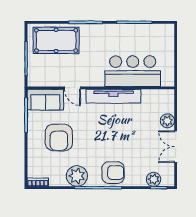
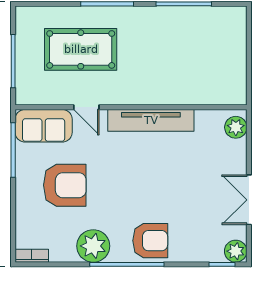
pool table: (56, 40) -> (81, 49), moved
bar counter: (133, 71) -> (181, 81), removed
plant: (167, 121) -> (236, 127), moved
armchair: (59, 137) -> (65, 185), turned -90
plant: (154, 179) -> (236, 251), moved

